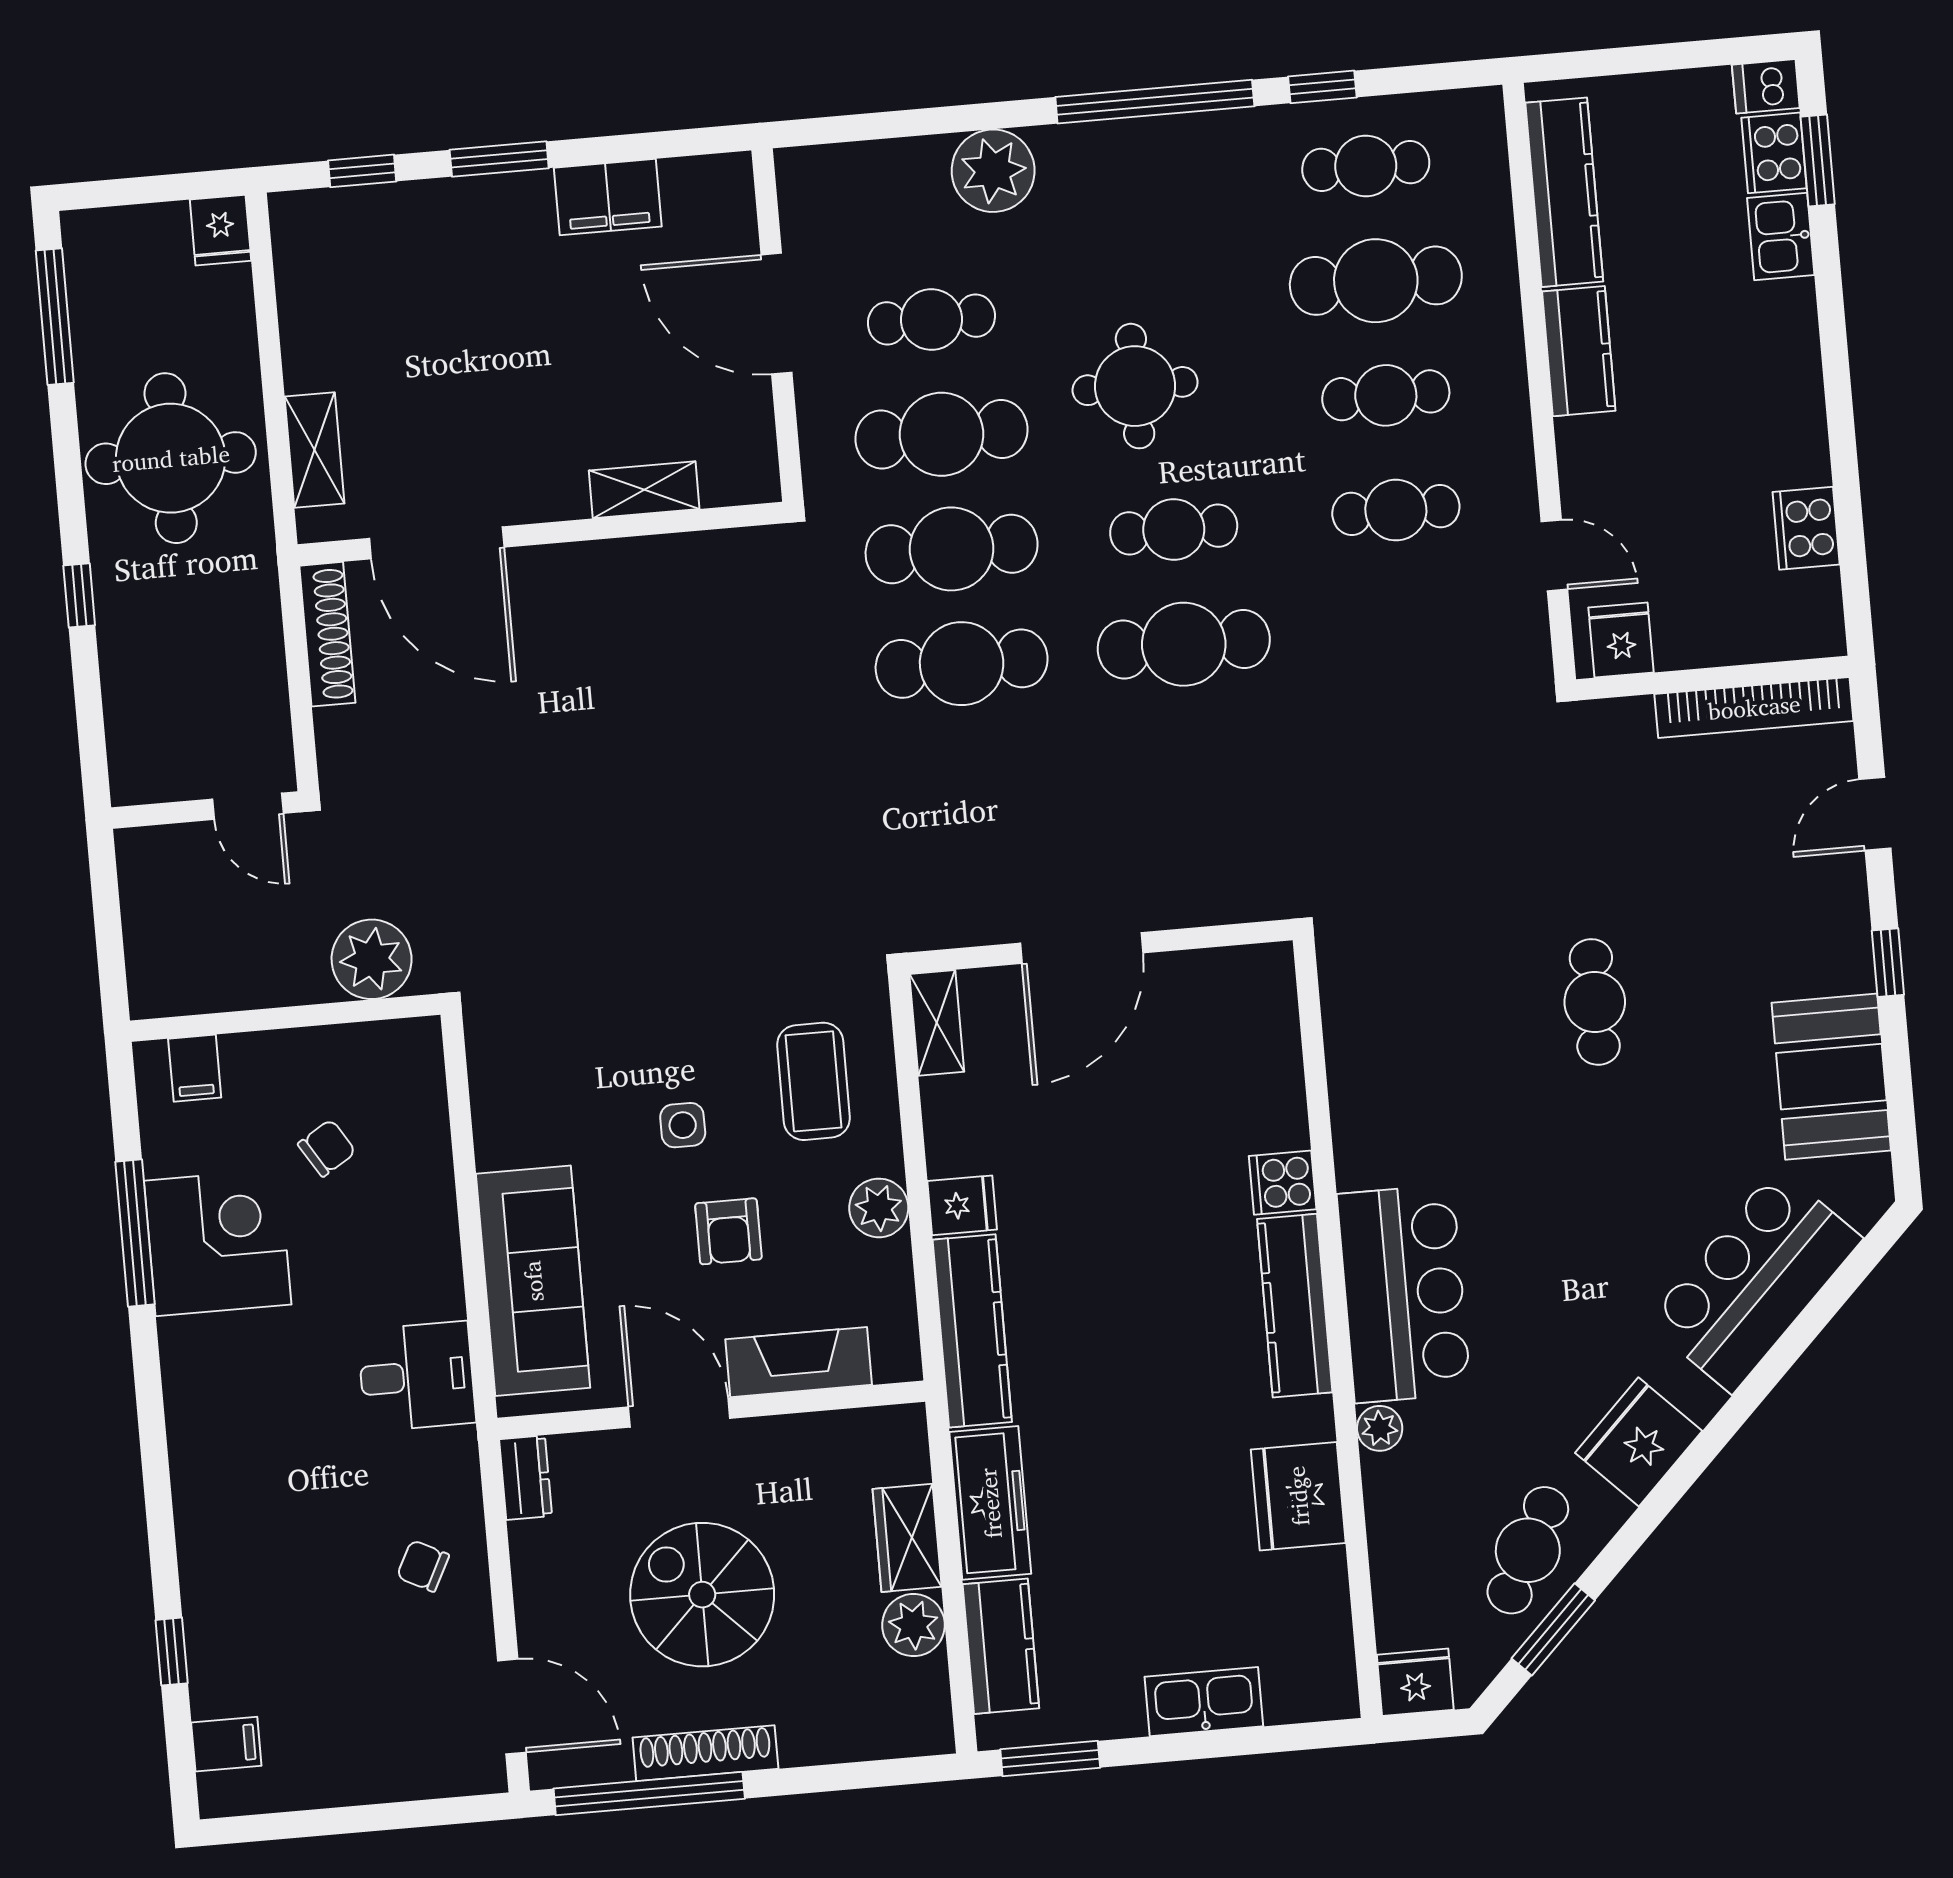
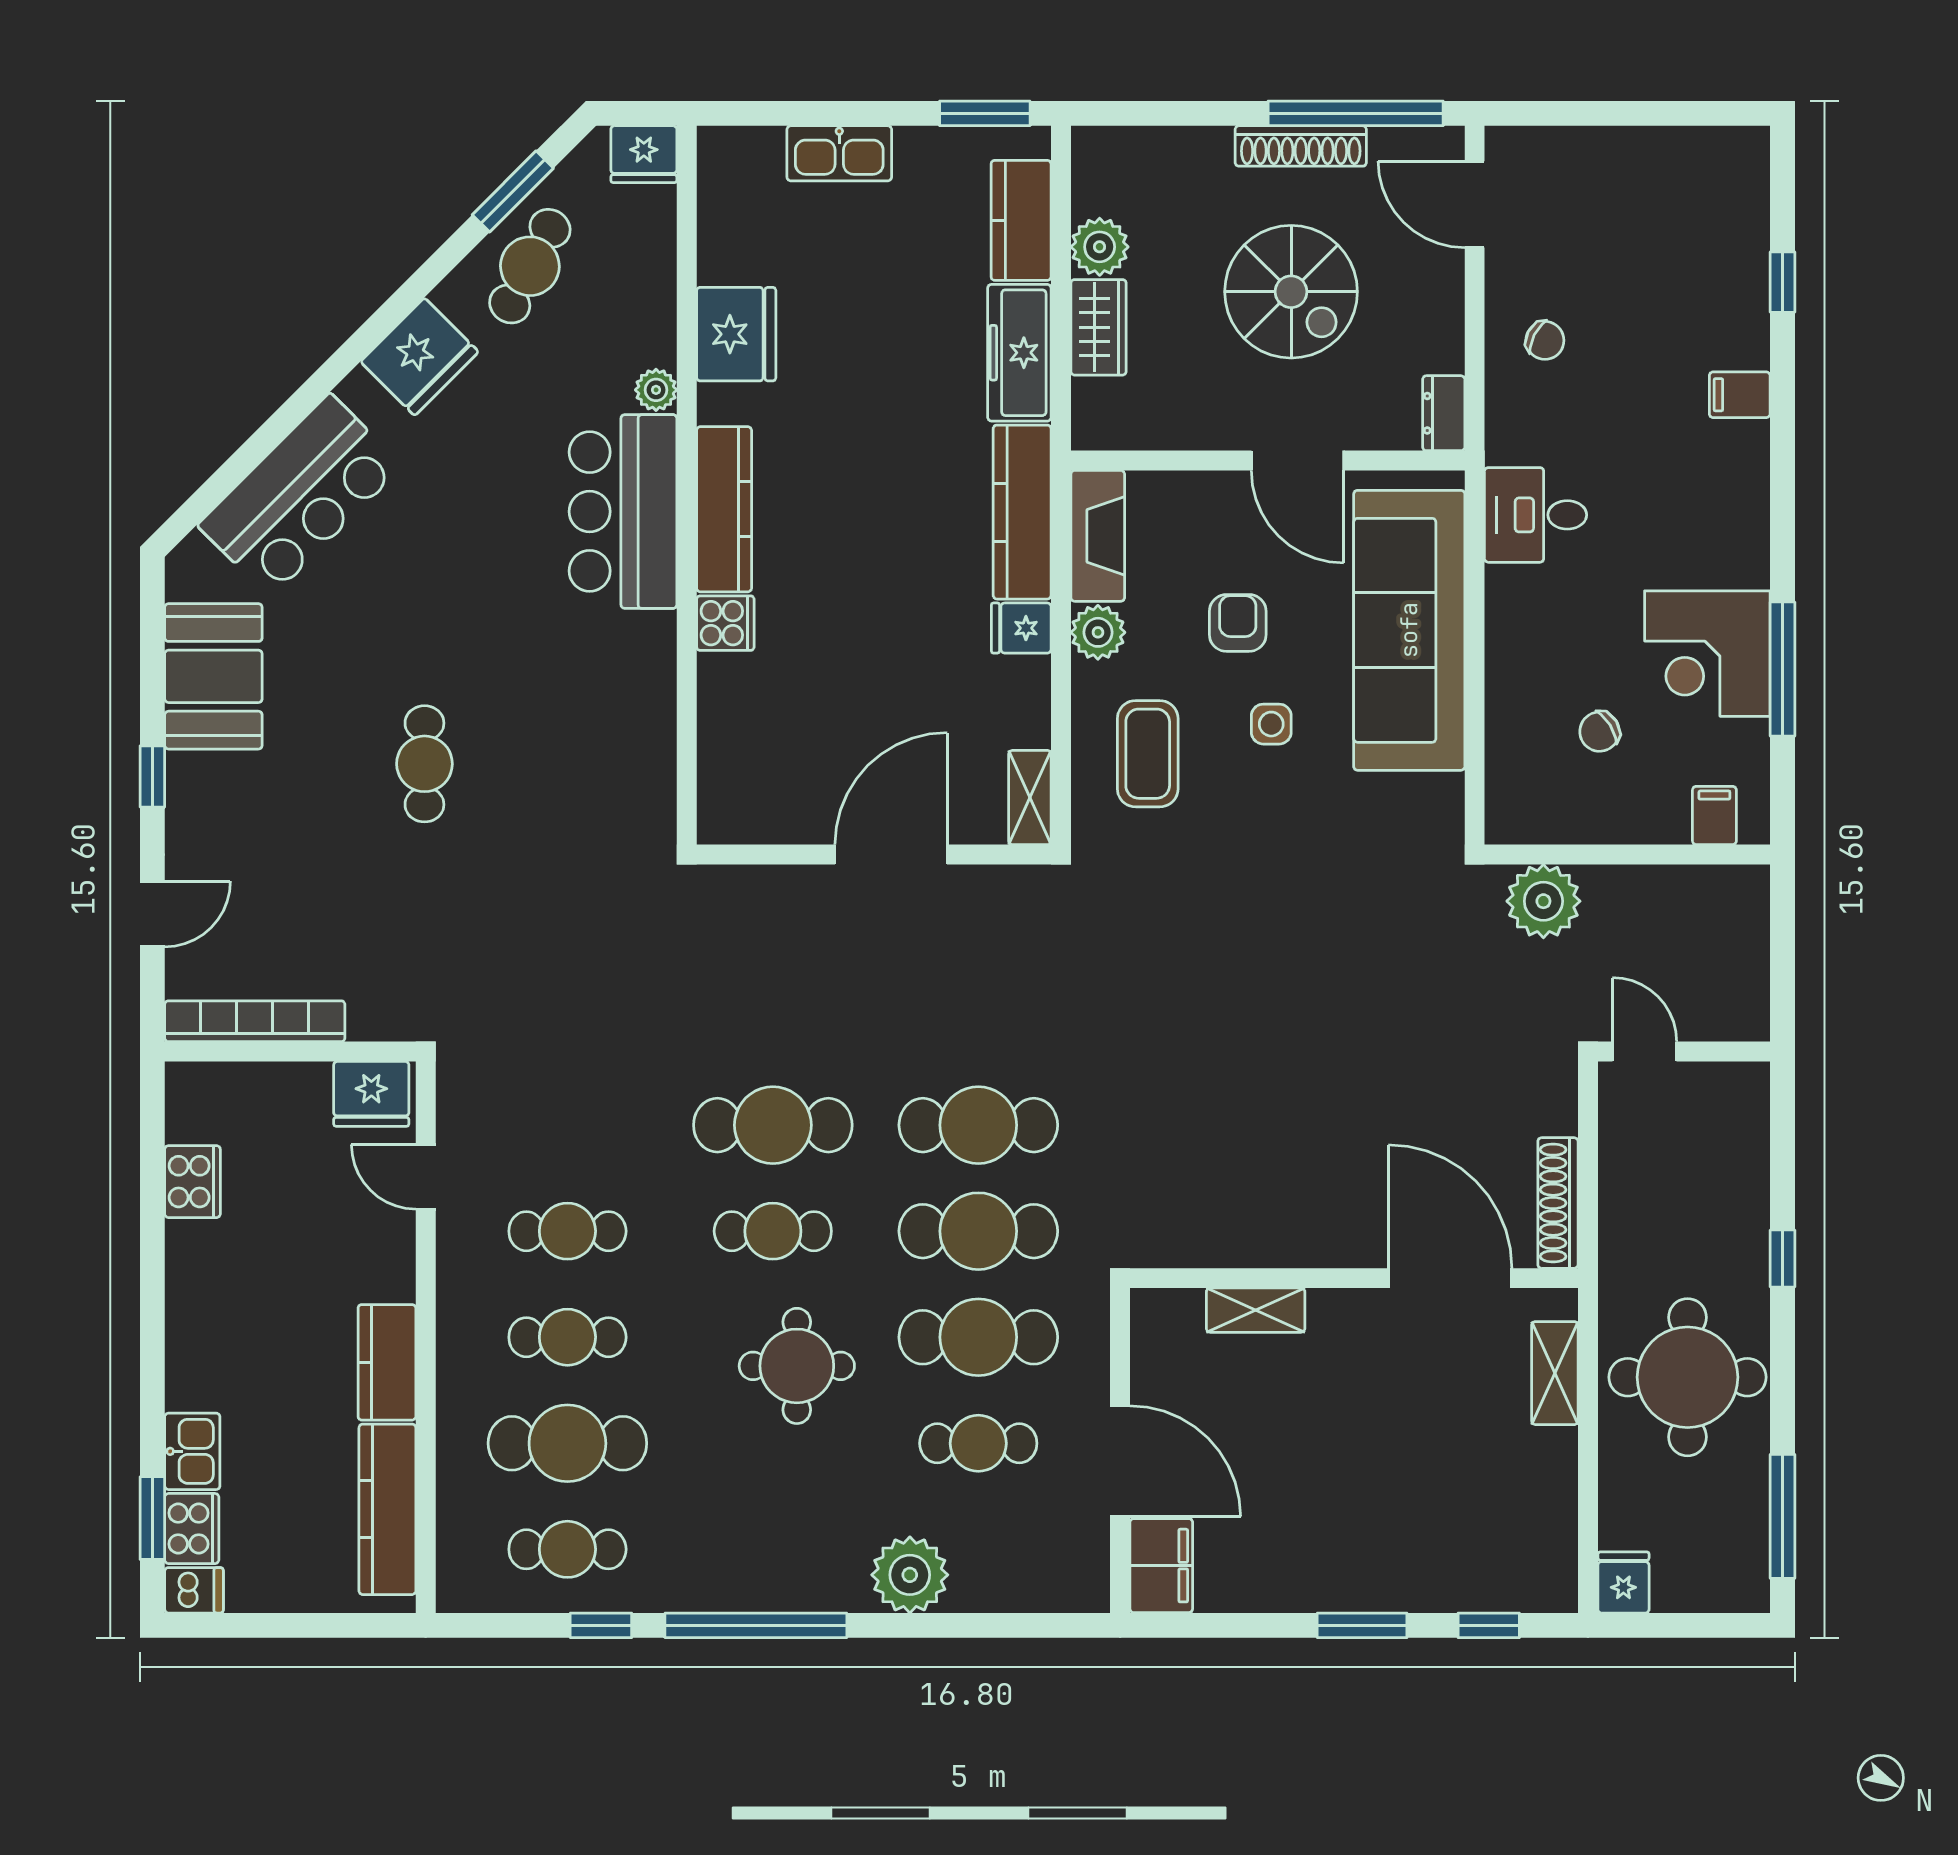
filing cabinet: (608, 197) -> (1161, 1566), moved, turned 90
fridge: (1621, 640) -> (371, 1094), width x1.38
sofa: (533, 1281) -> (1409, 630), width x1.36, depth x1.27
fireplace: (799, 1362) -> (1098, 536), moved, turned -90
filing cabinet: (226, 1744) -> (1740, 395), moved

